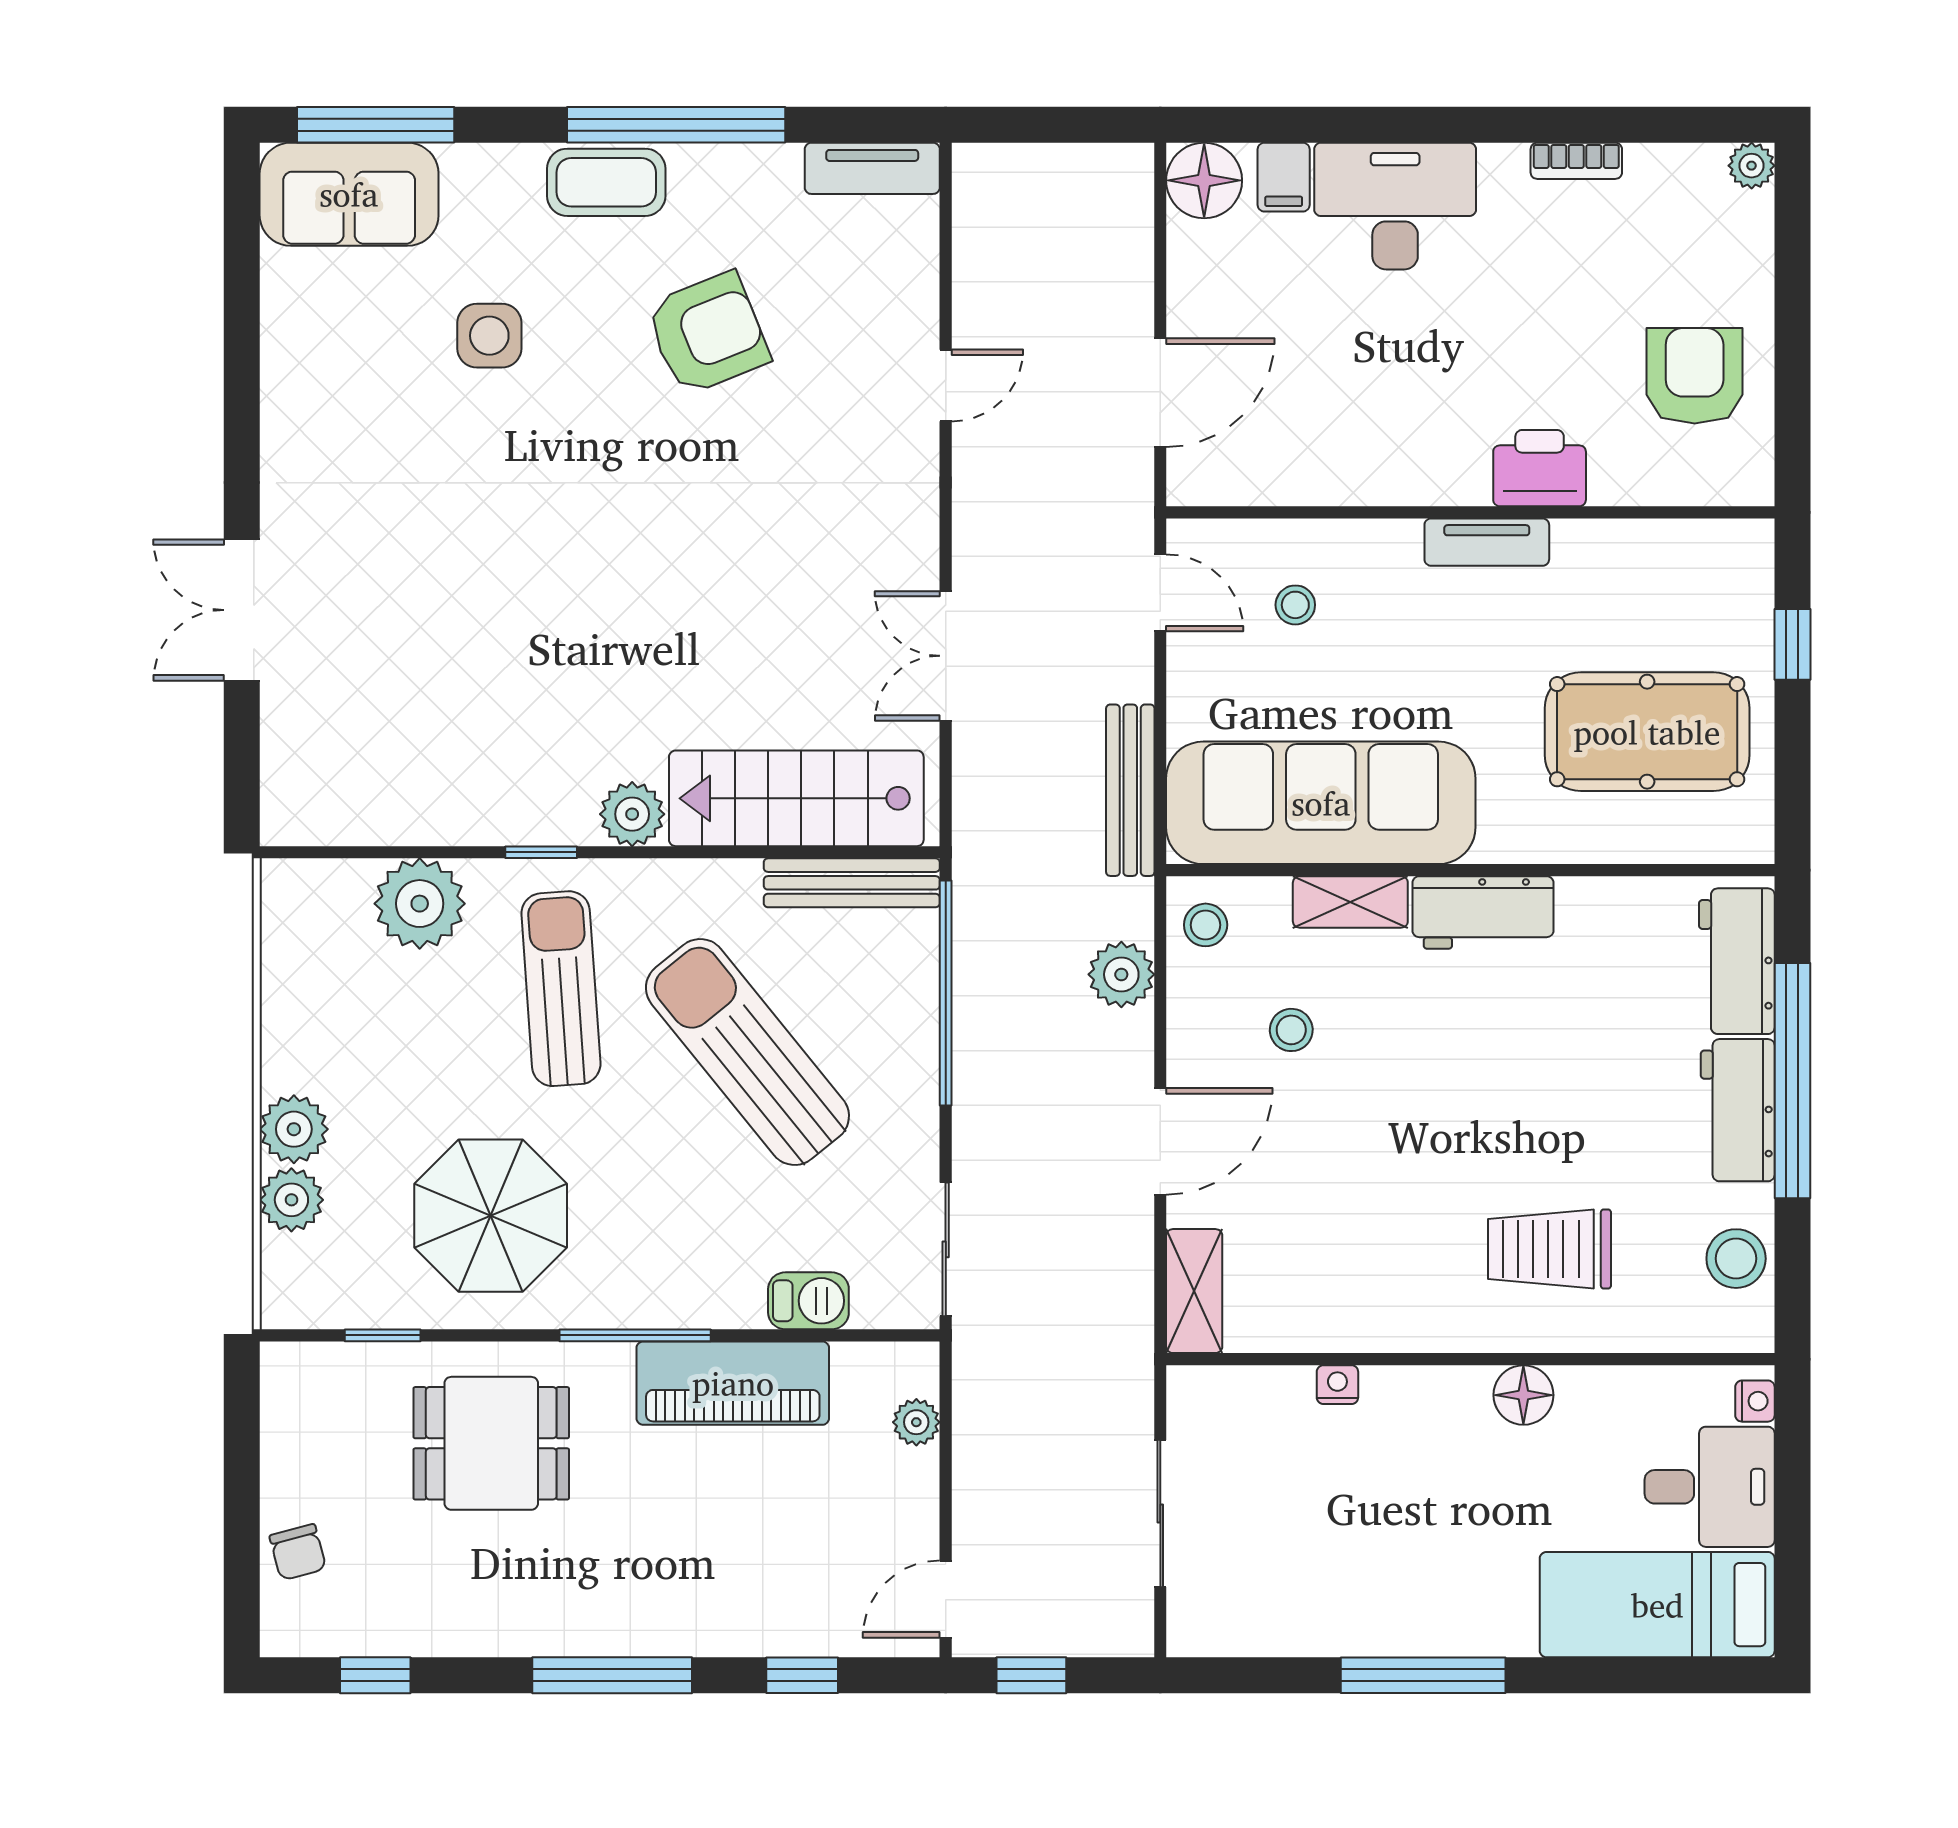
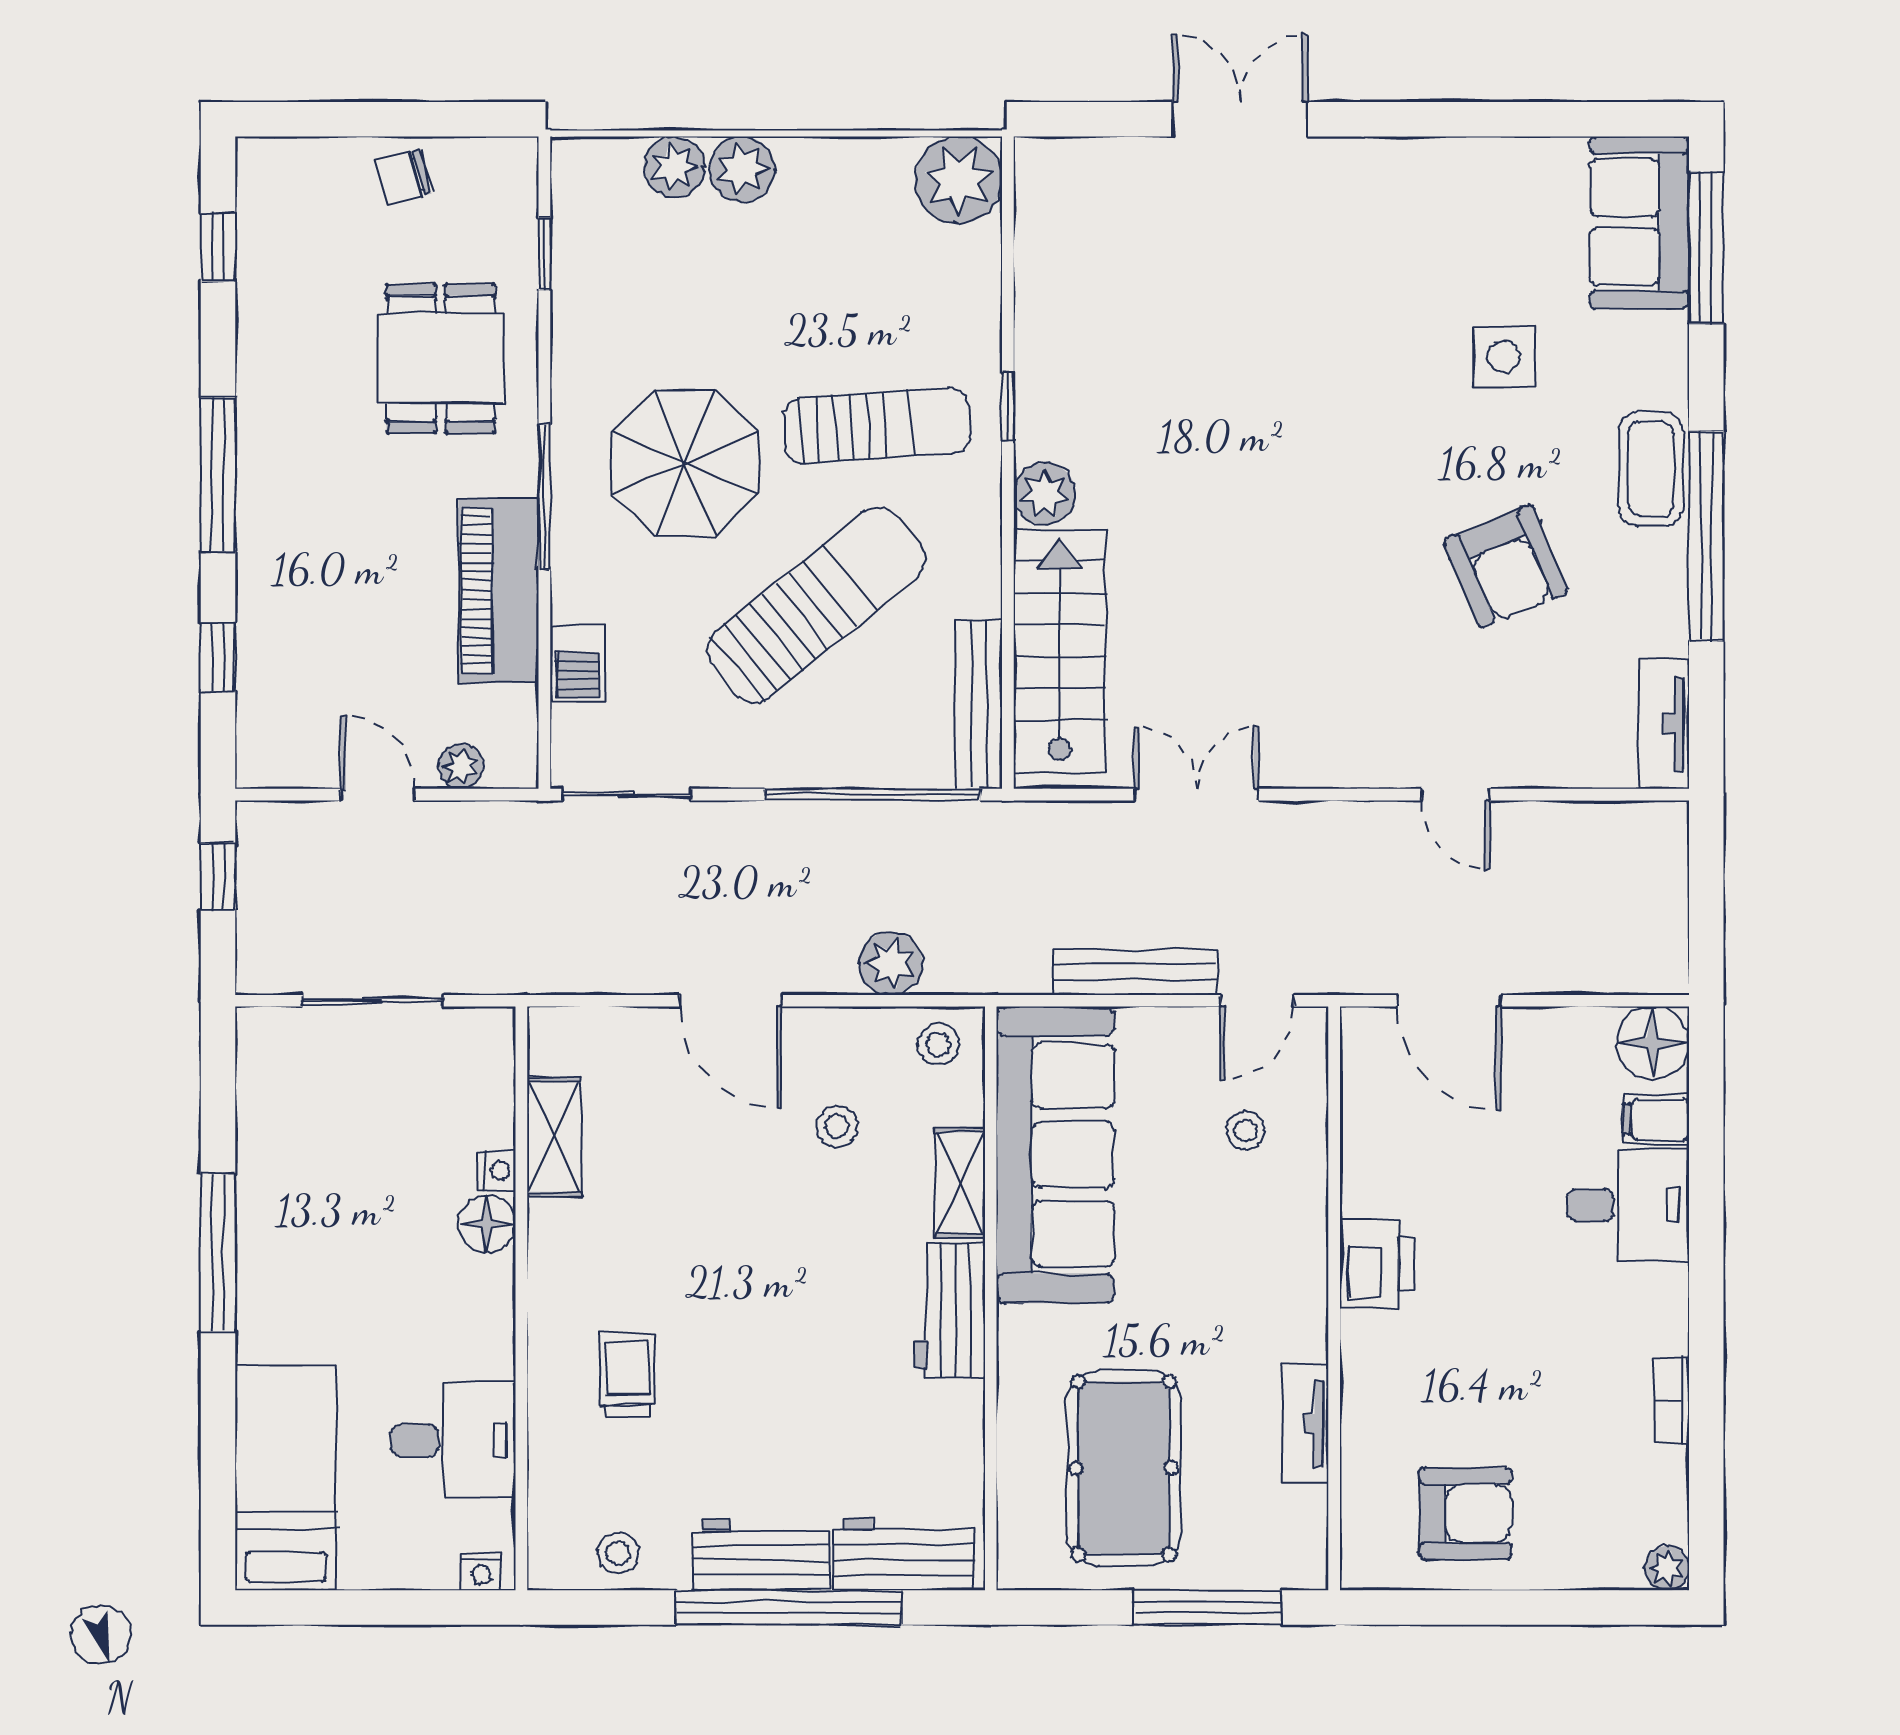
desk: (1395, 206) -> (1628, 1205), width x0.73
printer: (1540, 468) -> (1377, 1264), moved
tv unit: (1487, 542) -> (1306, 1424), moved
window: (1792, 644) -> (1207, 1607), width x2.17
bench: (1130, 790) -> (1135, 972), moved
plant: (420, 904) -> (959, 180), moved
parasol: (491, 1216) -> (685, 463), moved
trolley: (1549, 1249) -> (627, 1374), width x0.73, depth x0.72
stool: (1736, 1259) -> (618, 1553), width x0.73, depth x0.73
shelving: (1194, 1291) -> (554, 1137), moved, turned 90
floor lamp: (1523, 1395) -> (487, 1224), moved
desk: (1710, 1487) -> (453, 1440), moved, turned -90
chair: (298, 1552) -> (404, 178), moved
door: (946, 1599) -> (378, 795), moved

